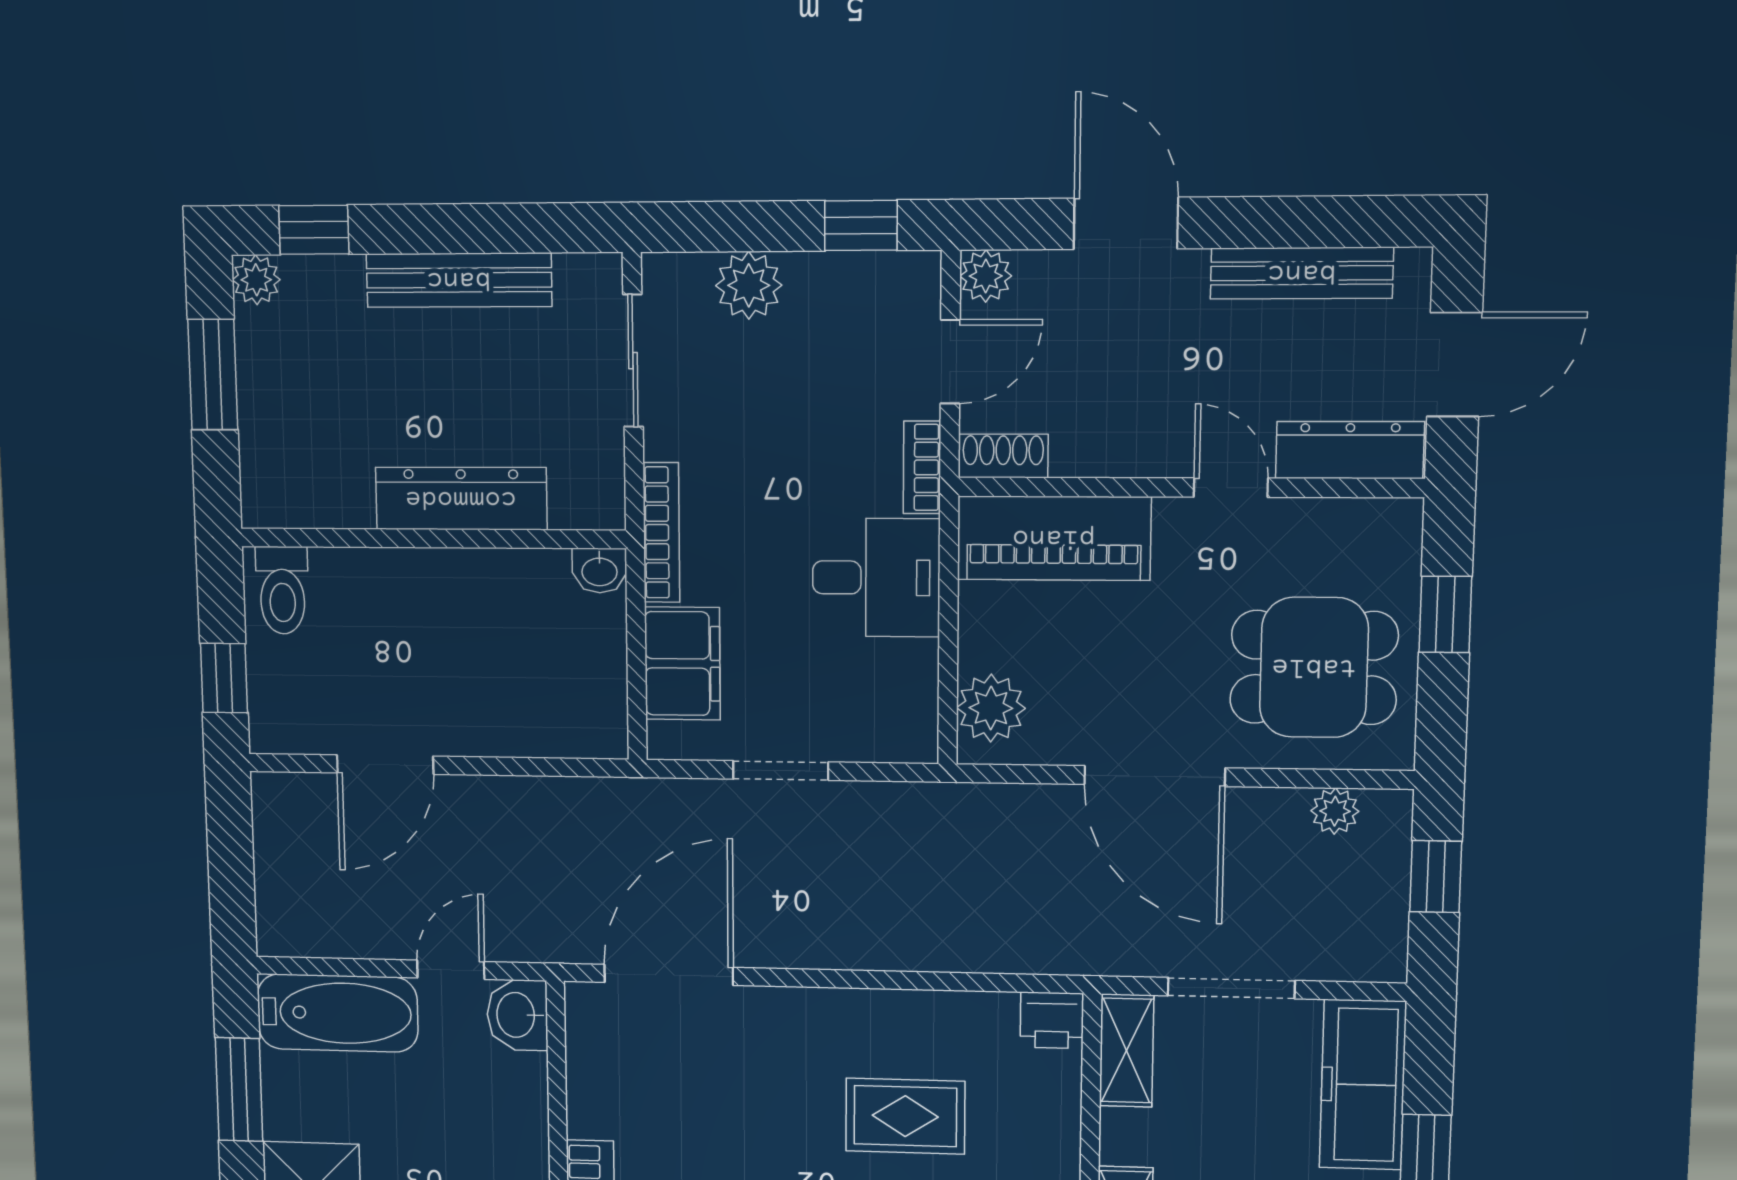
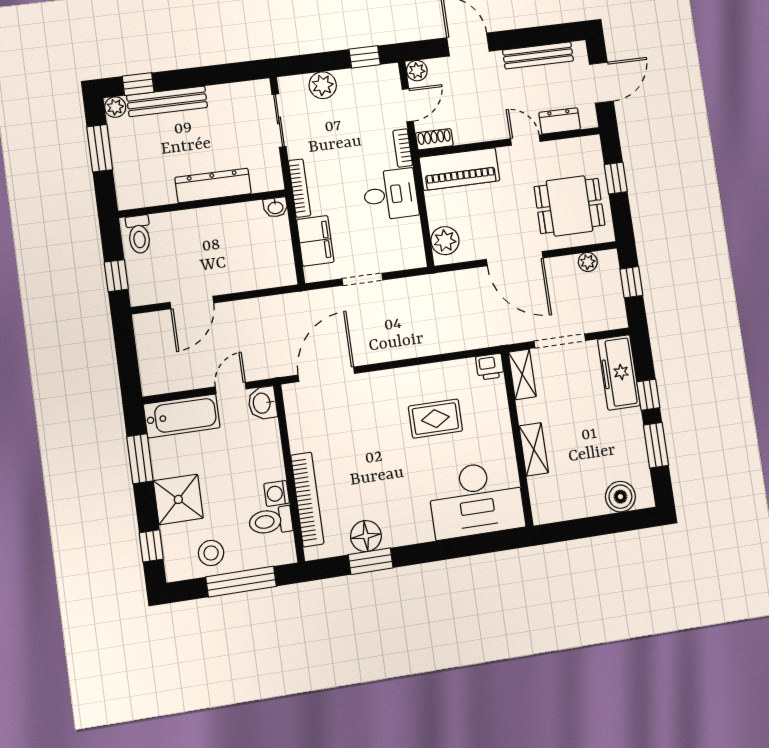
bench: (459, 280) -> (167, 101), moved
dresser: (1350, 450) -> (560, 121), width x0.70

